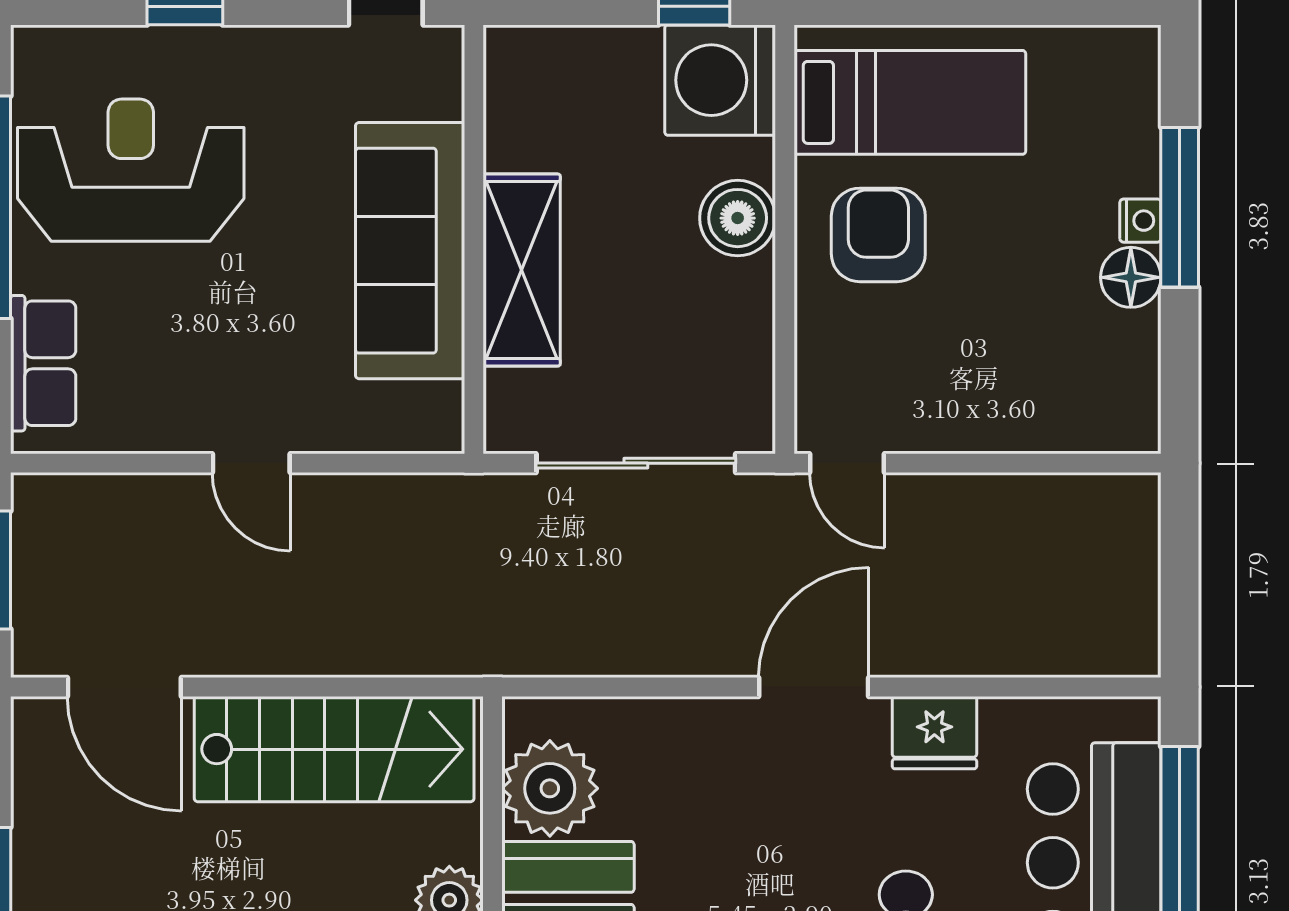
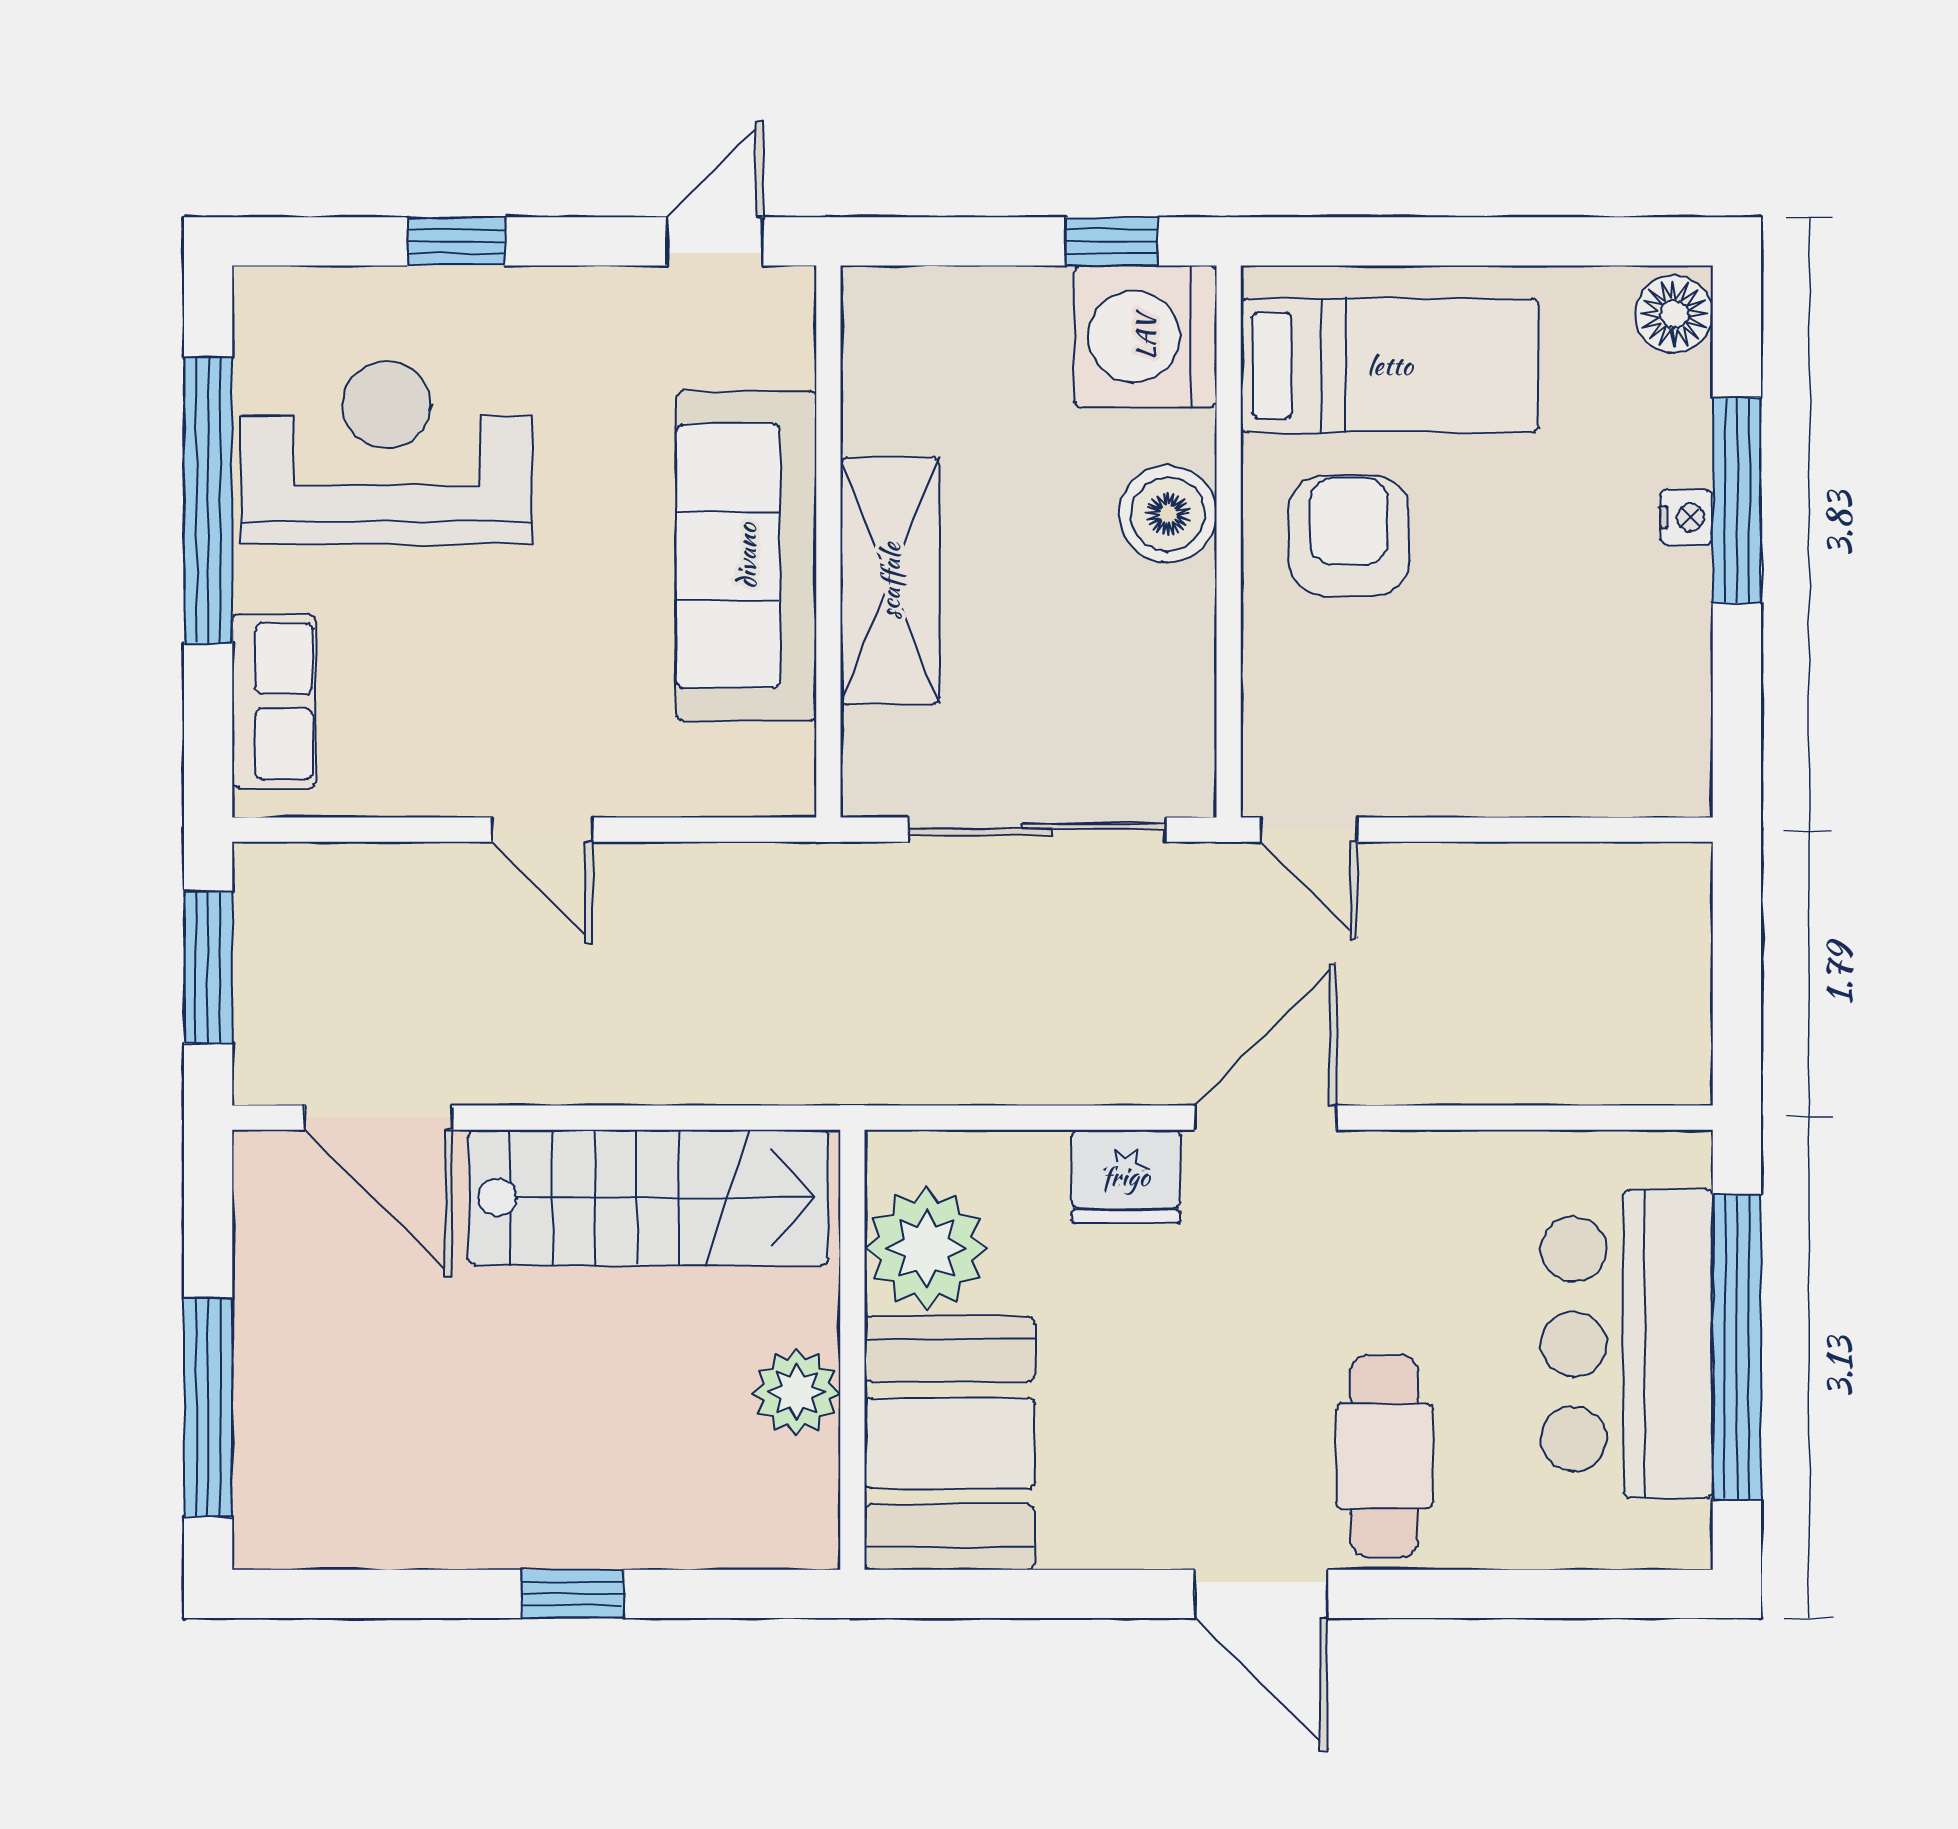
floor lamp: (1131, 277) -> (1674, 314), moved
fridge: (934, 733) -> (1126, 1176), moved

